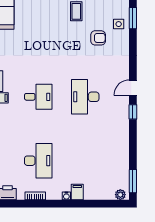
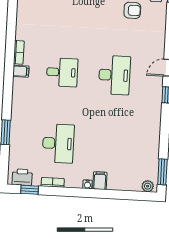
desk: (85, 97) -> (114, 75), turned 180
window: (15, 204) -> (30, 190), added

